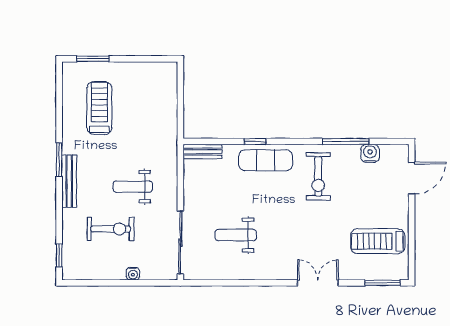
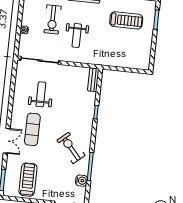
exercise mat: (266, 160) -> (32, 129), moved
exercise bike: (318, 176) -> (71, 148), turned 49
weight bench: (133, 187) -> (77, 35), turned 180

